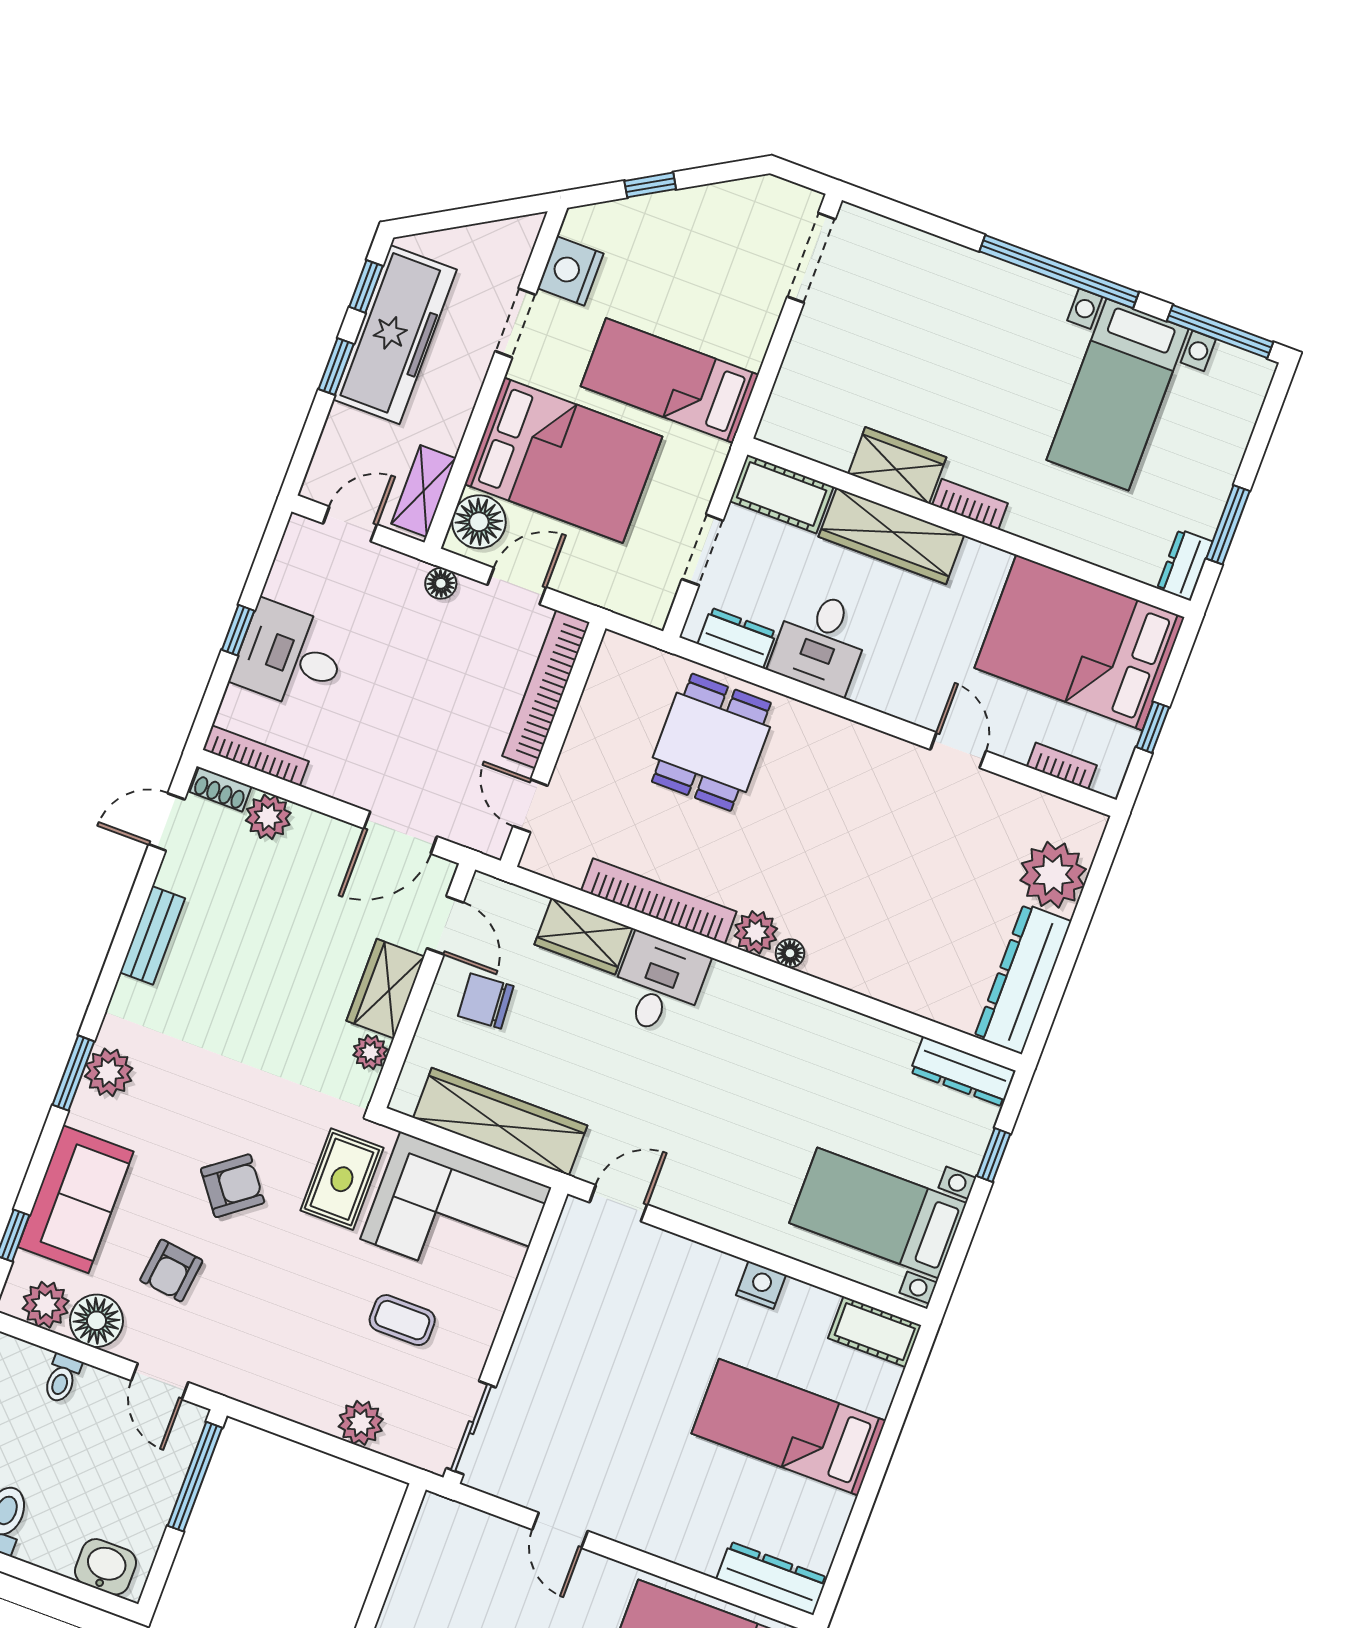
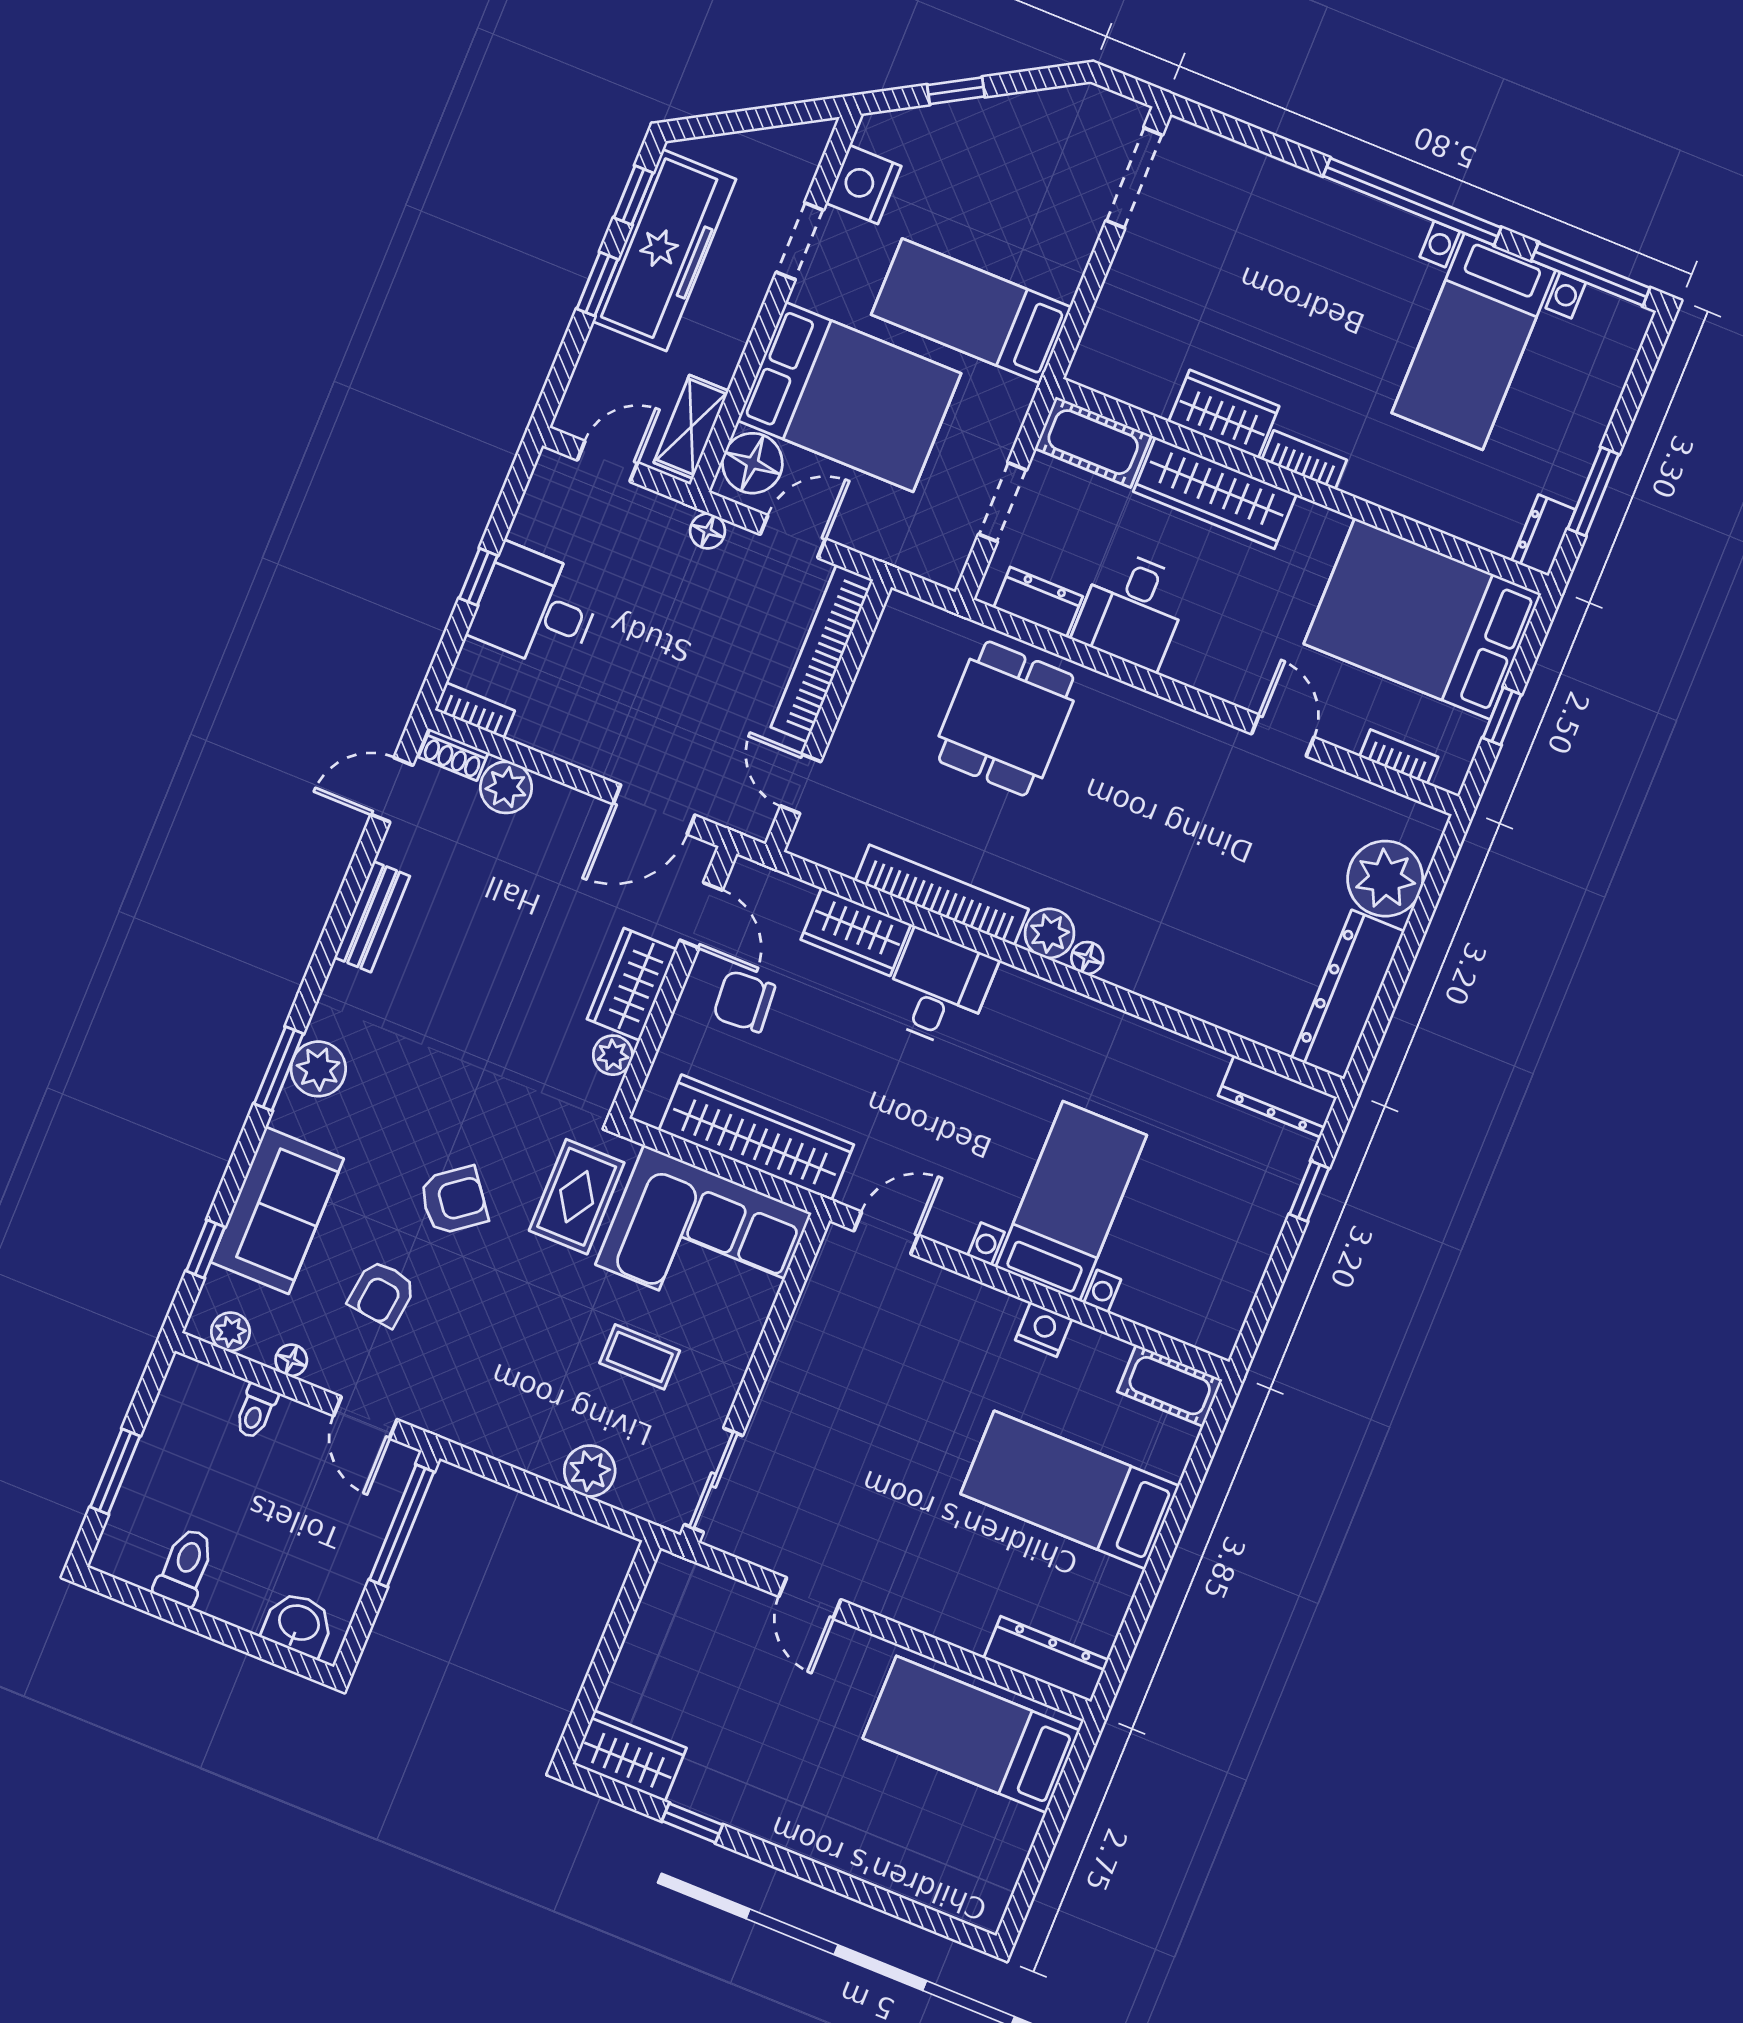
bookcase: (256, 756) -> (475, 710), width x0.64
bed with nightstands: (878, 1213) -> (1071, 1201), moved, turned 90
plant: (46, 1305) -> (230, 1332), width x0.73, depth x0.73
floor lamp: (97, 1321) -> (291, 1360), width x0.53, depth x0.53

